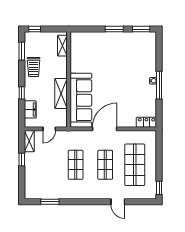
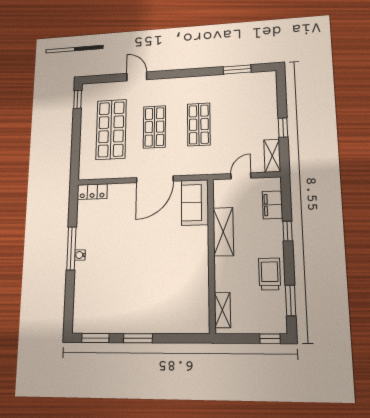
sofa: (81, 100) -> (195, 202), width x0.54, depth x0.79

